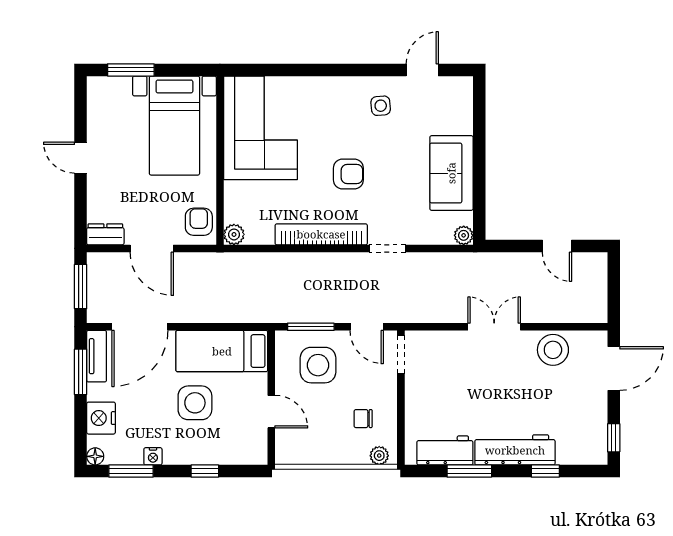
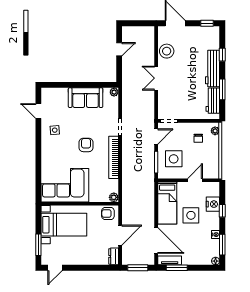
door: (81, 158) -> (55, 268), moved
nightstand: (101, 418) -> (213, 204), moved, turned -90

